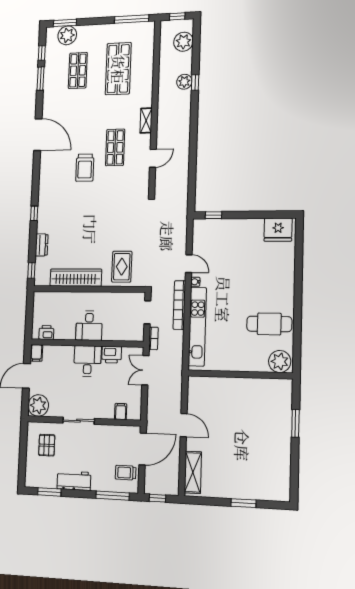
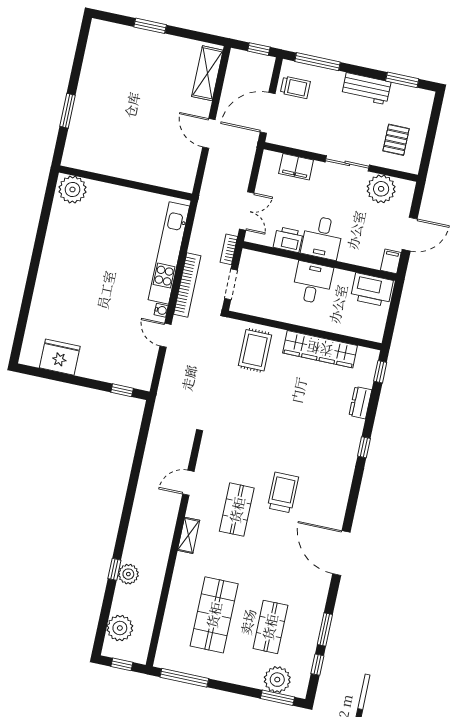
fridge: (278, 230) -> (60, 357), moved
cafe table: (269, 324) -> (77, 238), removed
printer: (46, 332) -> (372, 290), width x1.87, depth x1.48
plant: (38, 405) -> (381, 189), moved
filing cabinet: (121, 411) -> (296, 167), width x2.00

